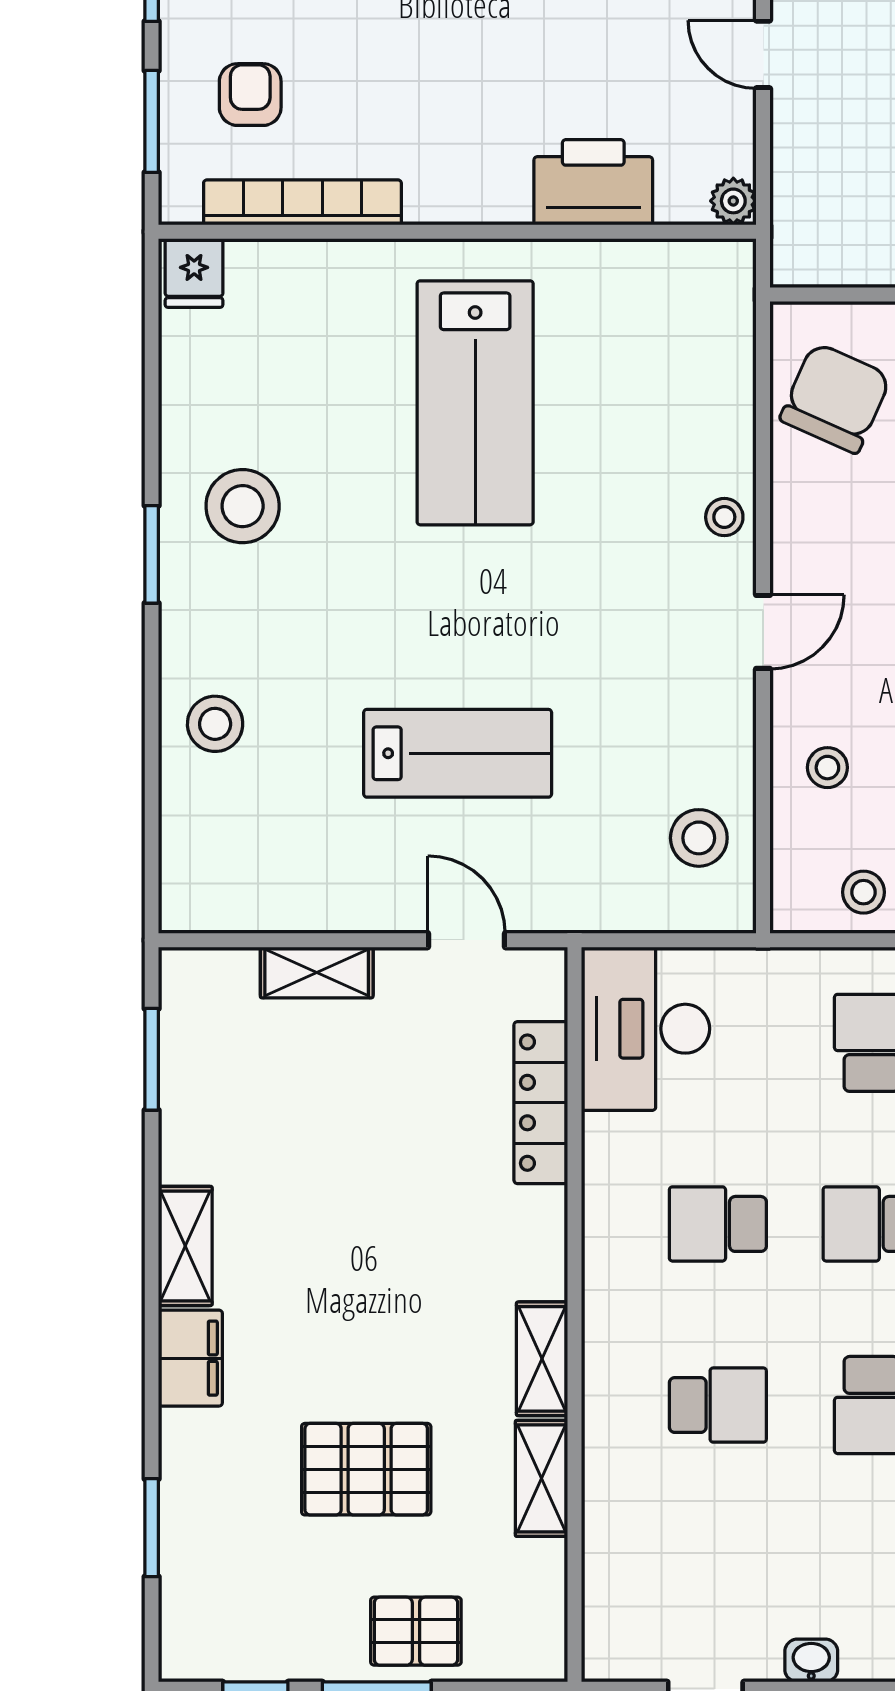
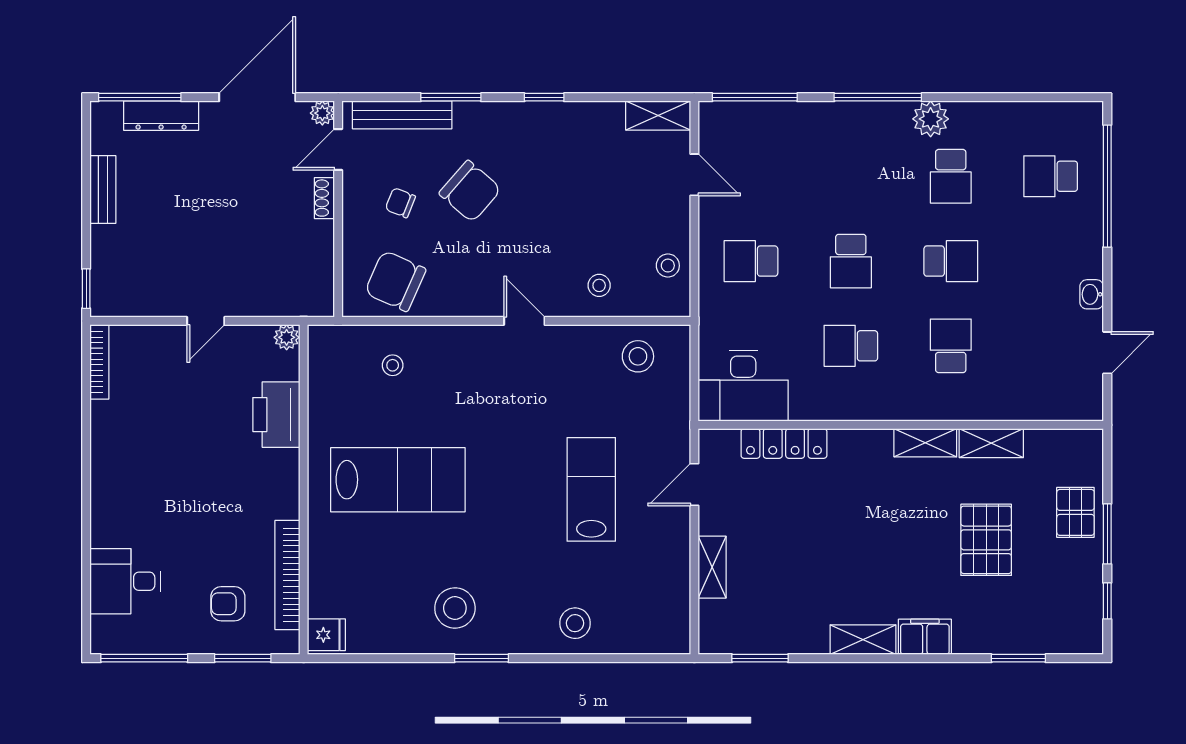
stool: (724, 517) -> (393, 365), moved
school desk: (718, 1224) -> (851, 346), turned 90

